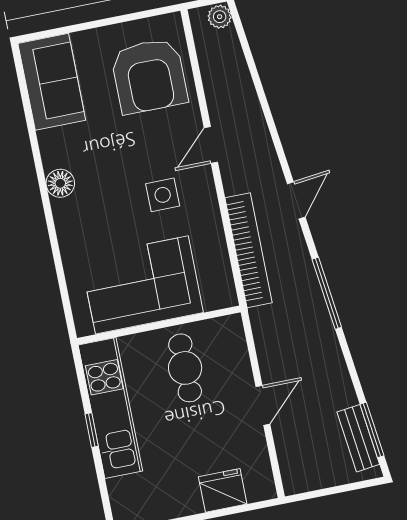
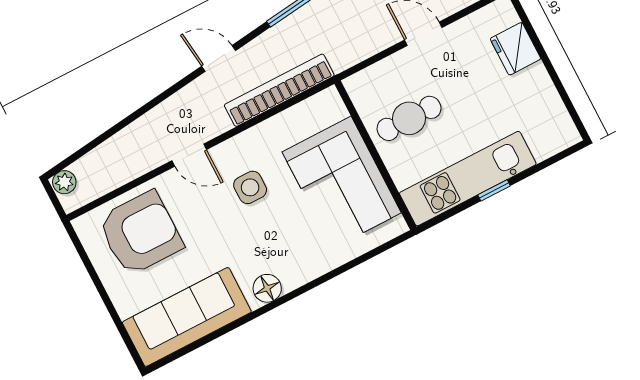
sofa: (52, 82) -> (187, 317), width x1.36

